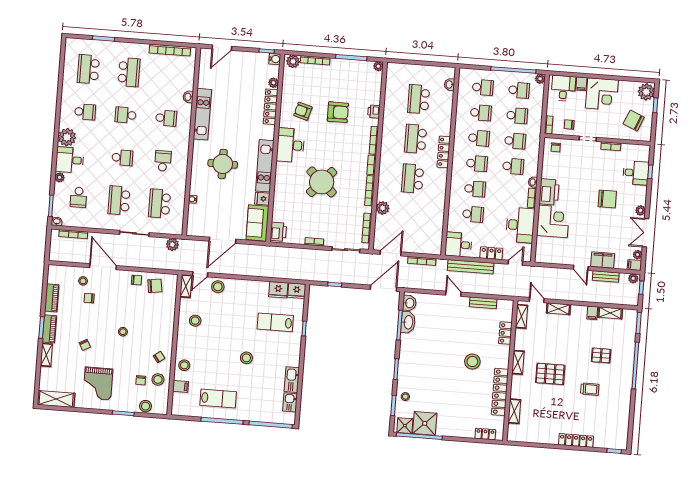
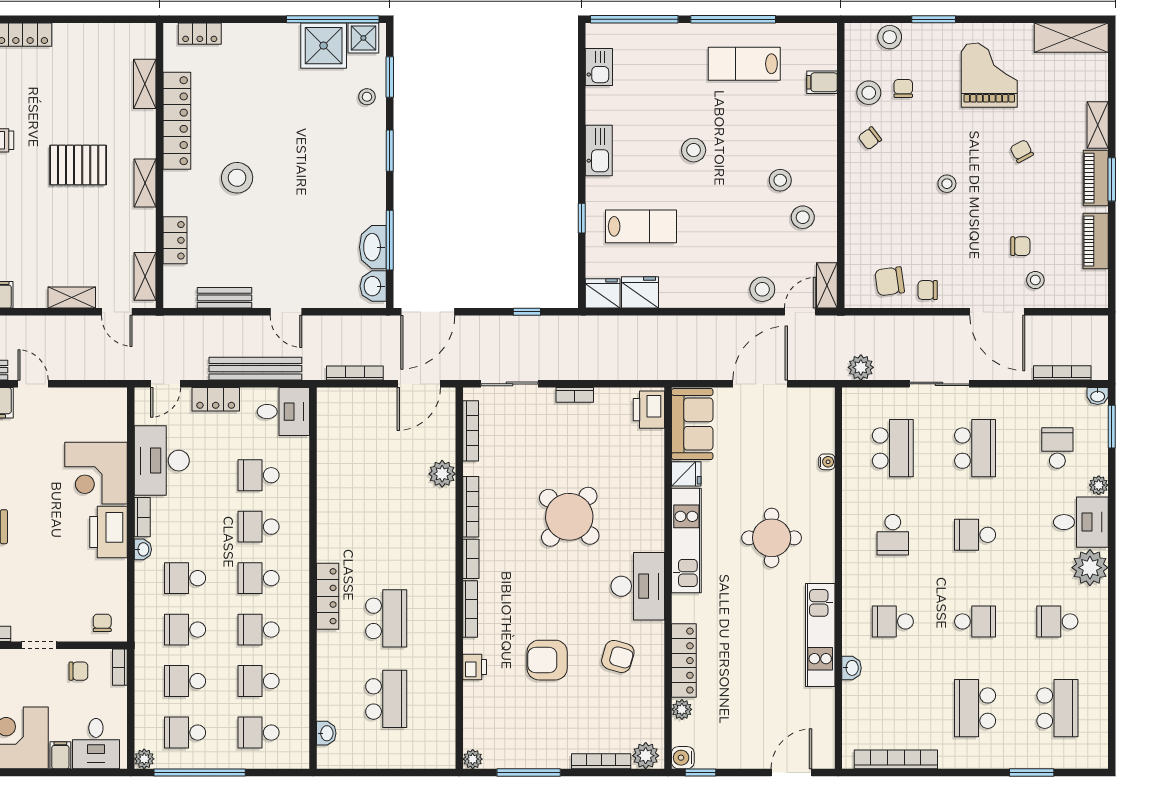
school desk: (413, 178) -> (386, 538), removed
stool: (184, 365) -> (780, 180), moved
kitchen sink: (292, 380) -> (599, 151), moved

